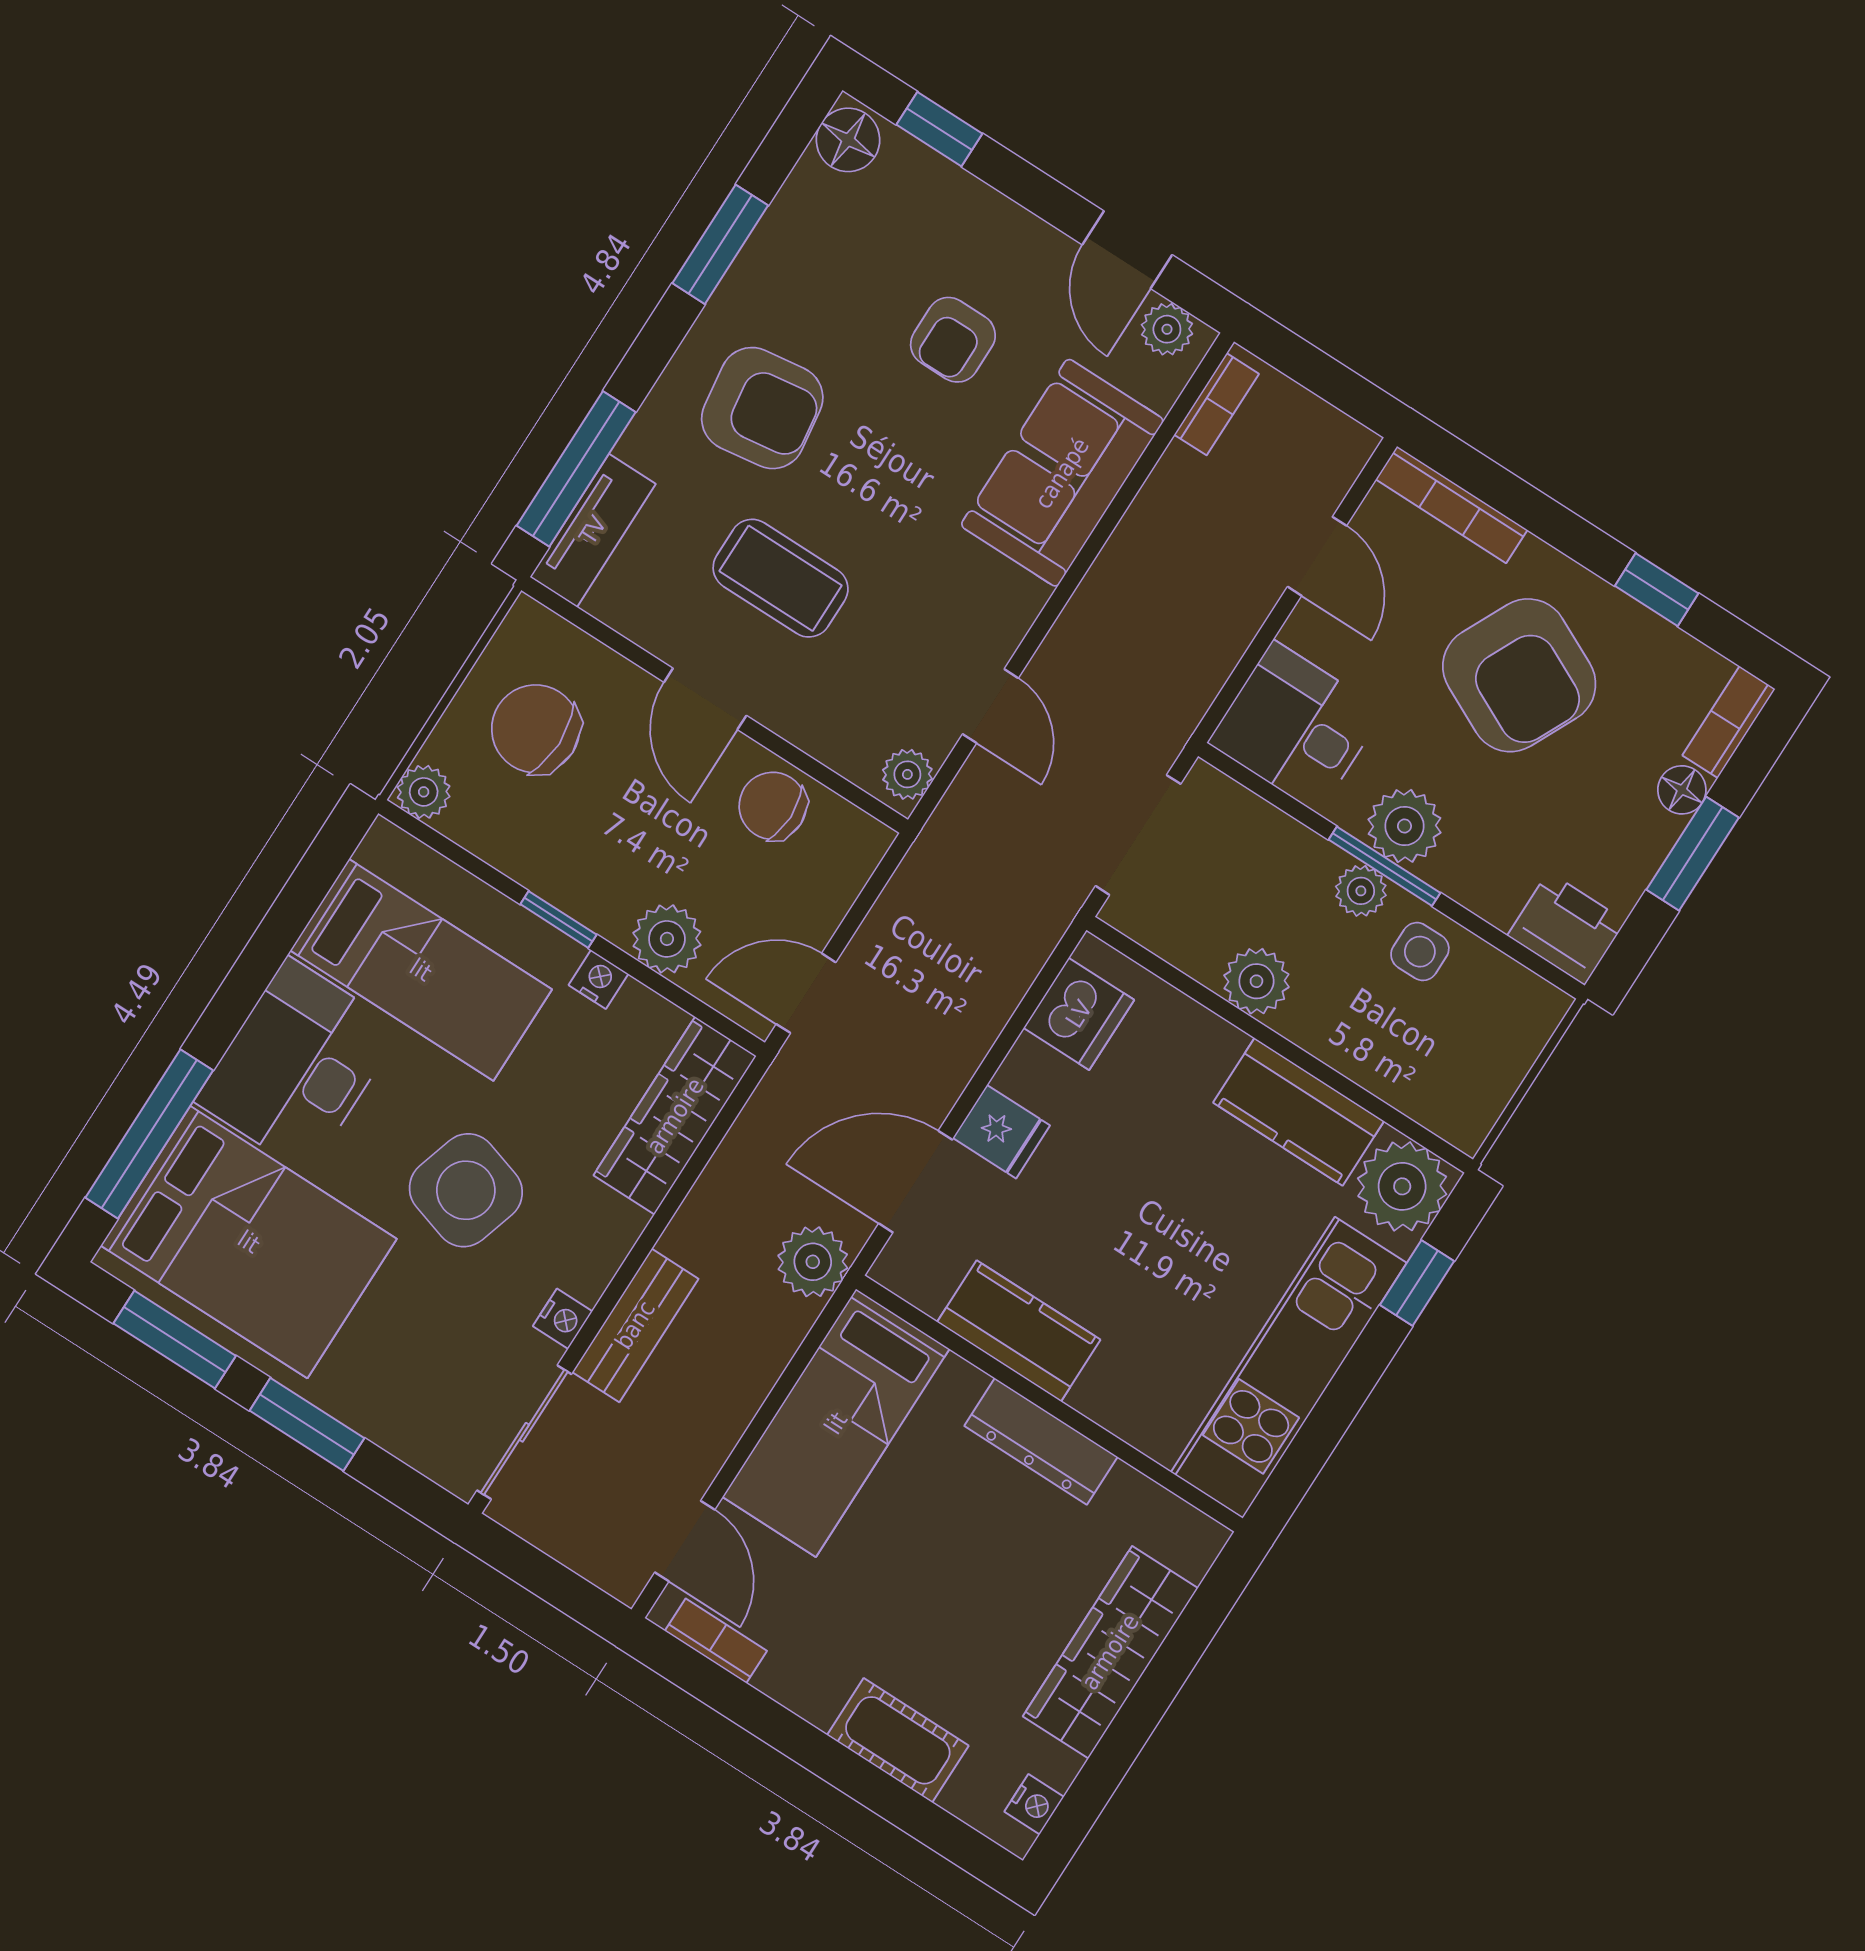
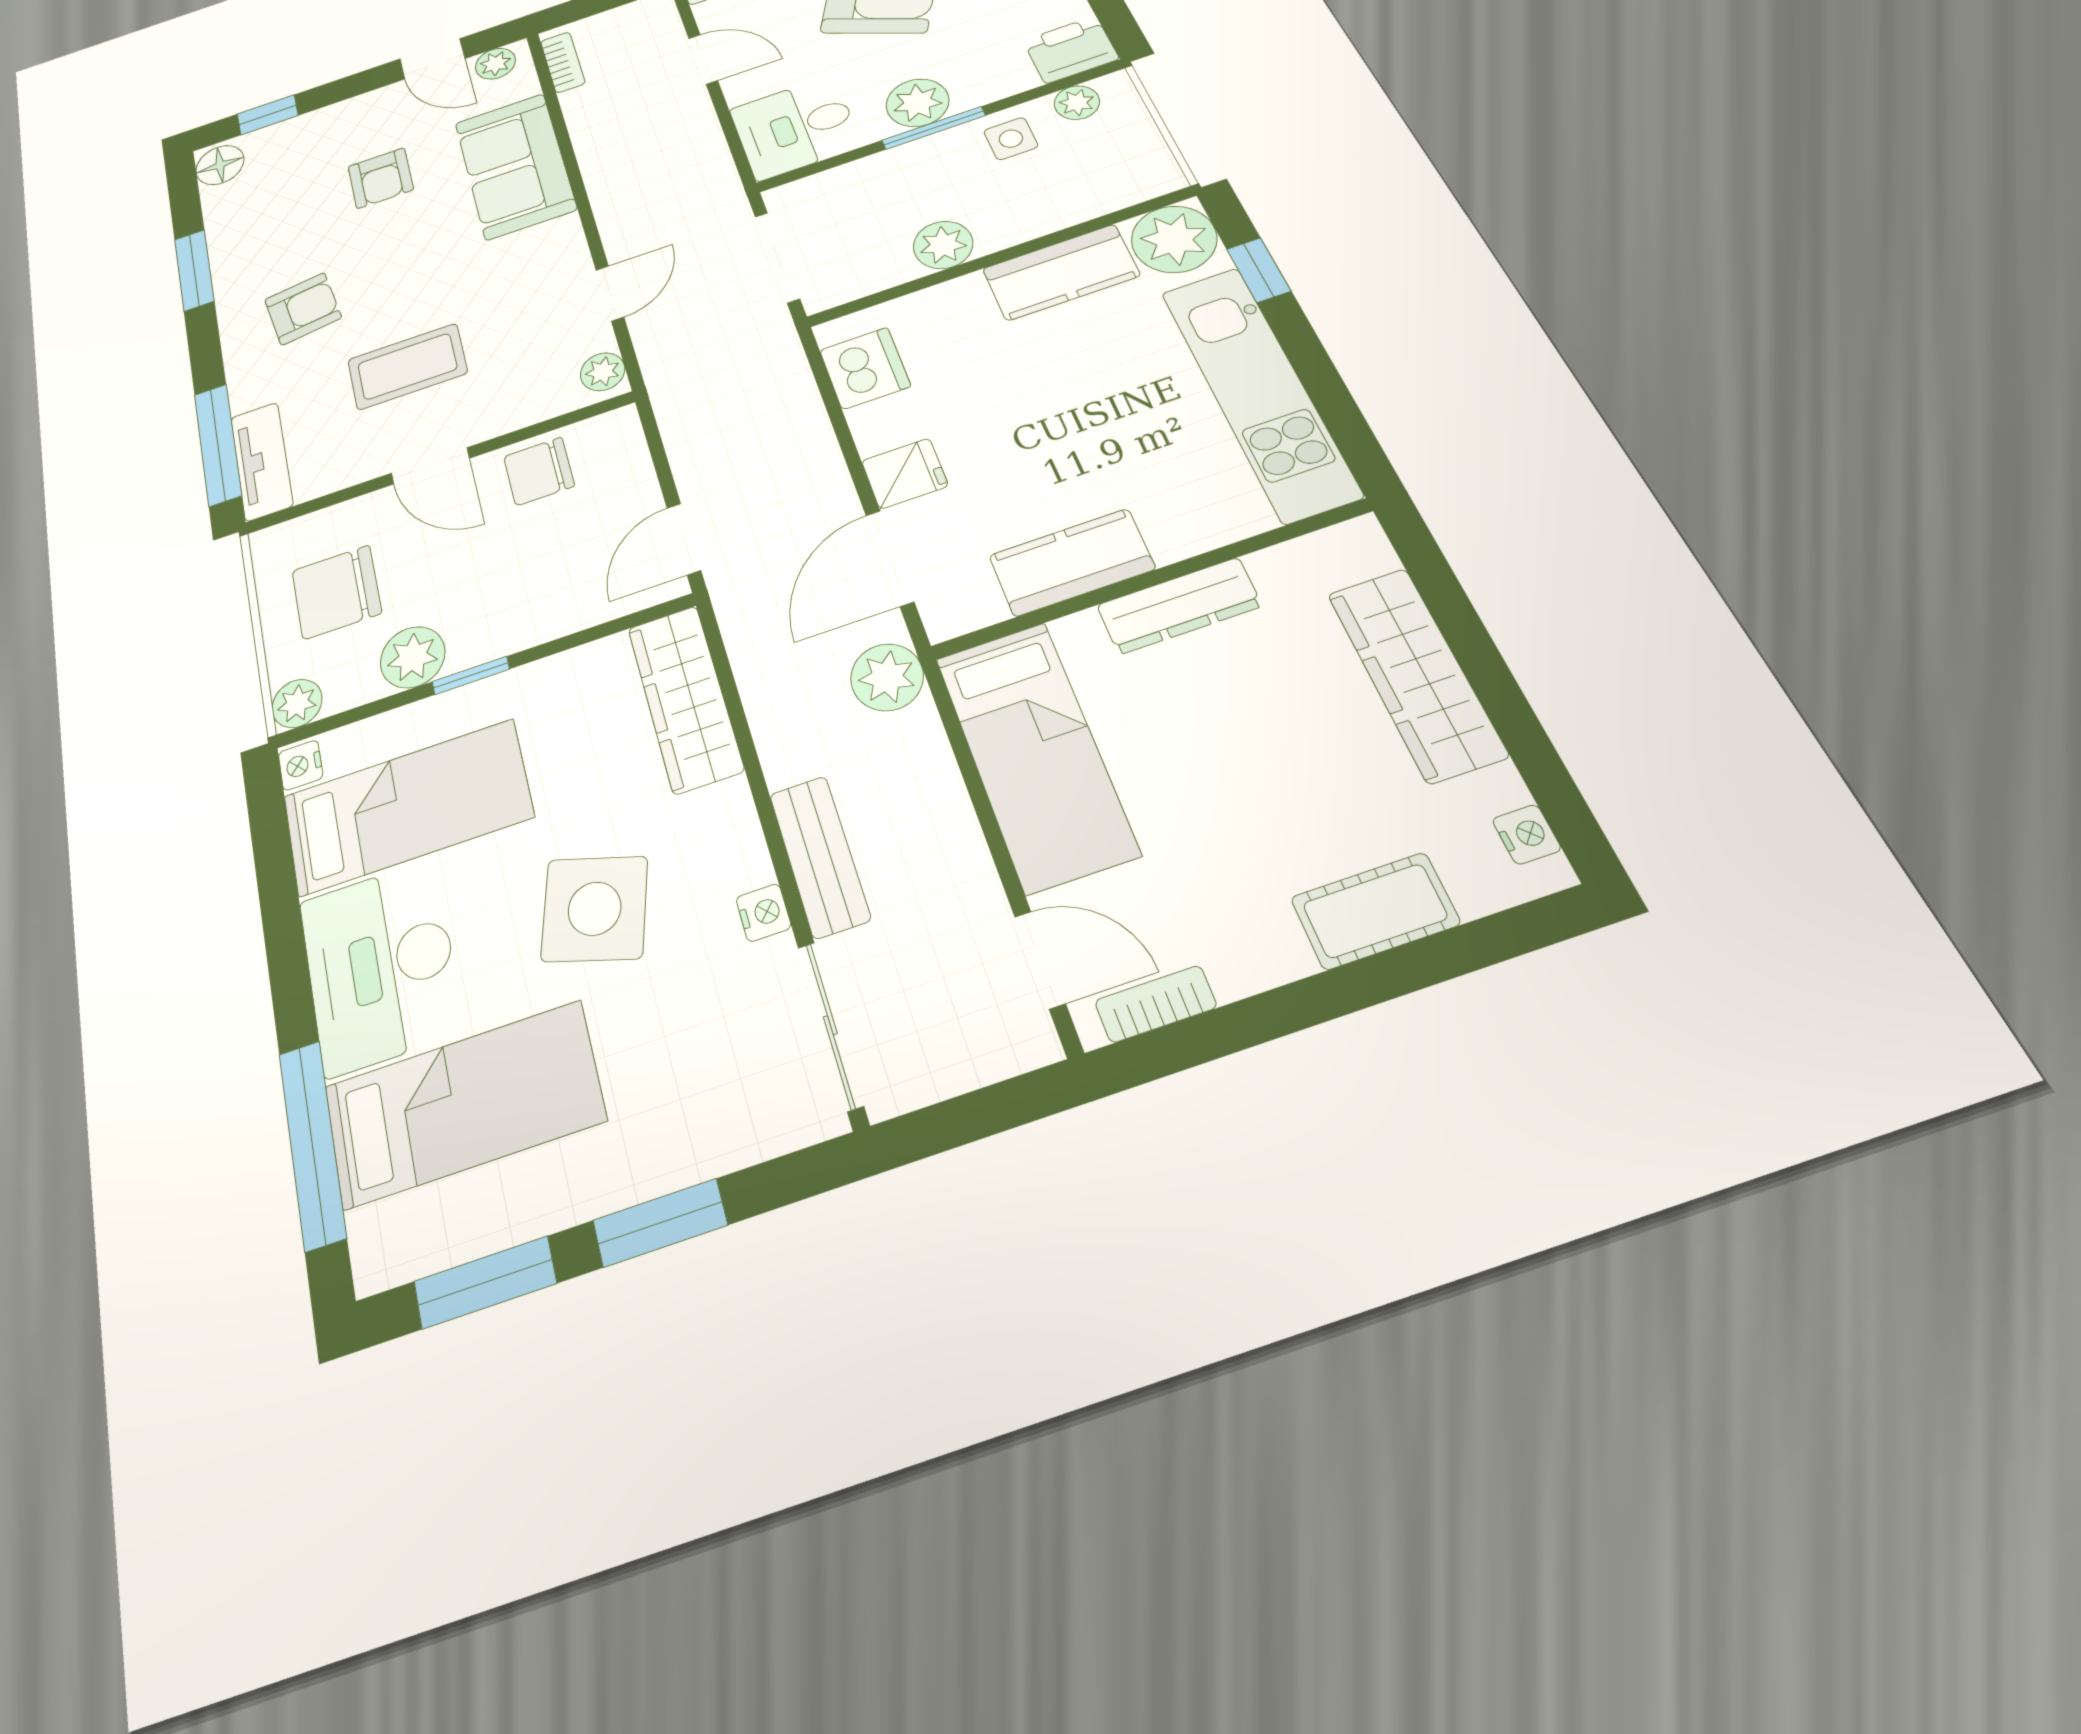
armchair: (762, 408) -> (303, 309), width x0.72, depth x0.72
door: (990, 706) -> (610, 293), hinge flipped
plant: (1361, 891) -> (1077, 103), moved
plant: (667, 939) -> (413, 657), moved
nightstand: (598, 979) -> (301, 765), moved, turned -90
bed: (249, 1242) -> (464, 1104), width x0.67

